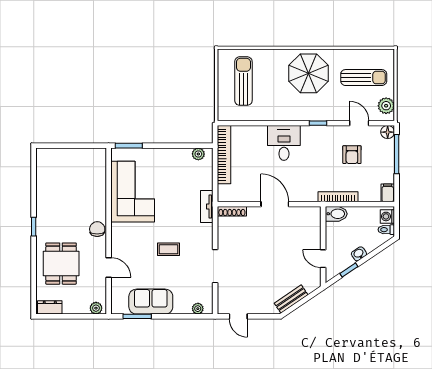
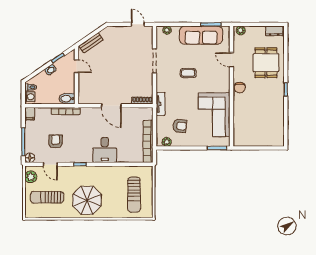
armchair: (180, 176) -> (180, 126), added
bench: (291, 299) -> (91, 43), moved
sofa: (151, 302) -> (201, 35), width x1.36

